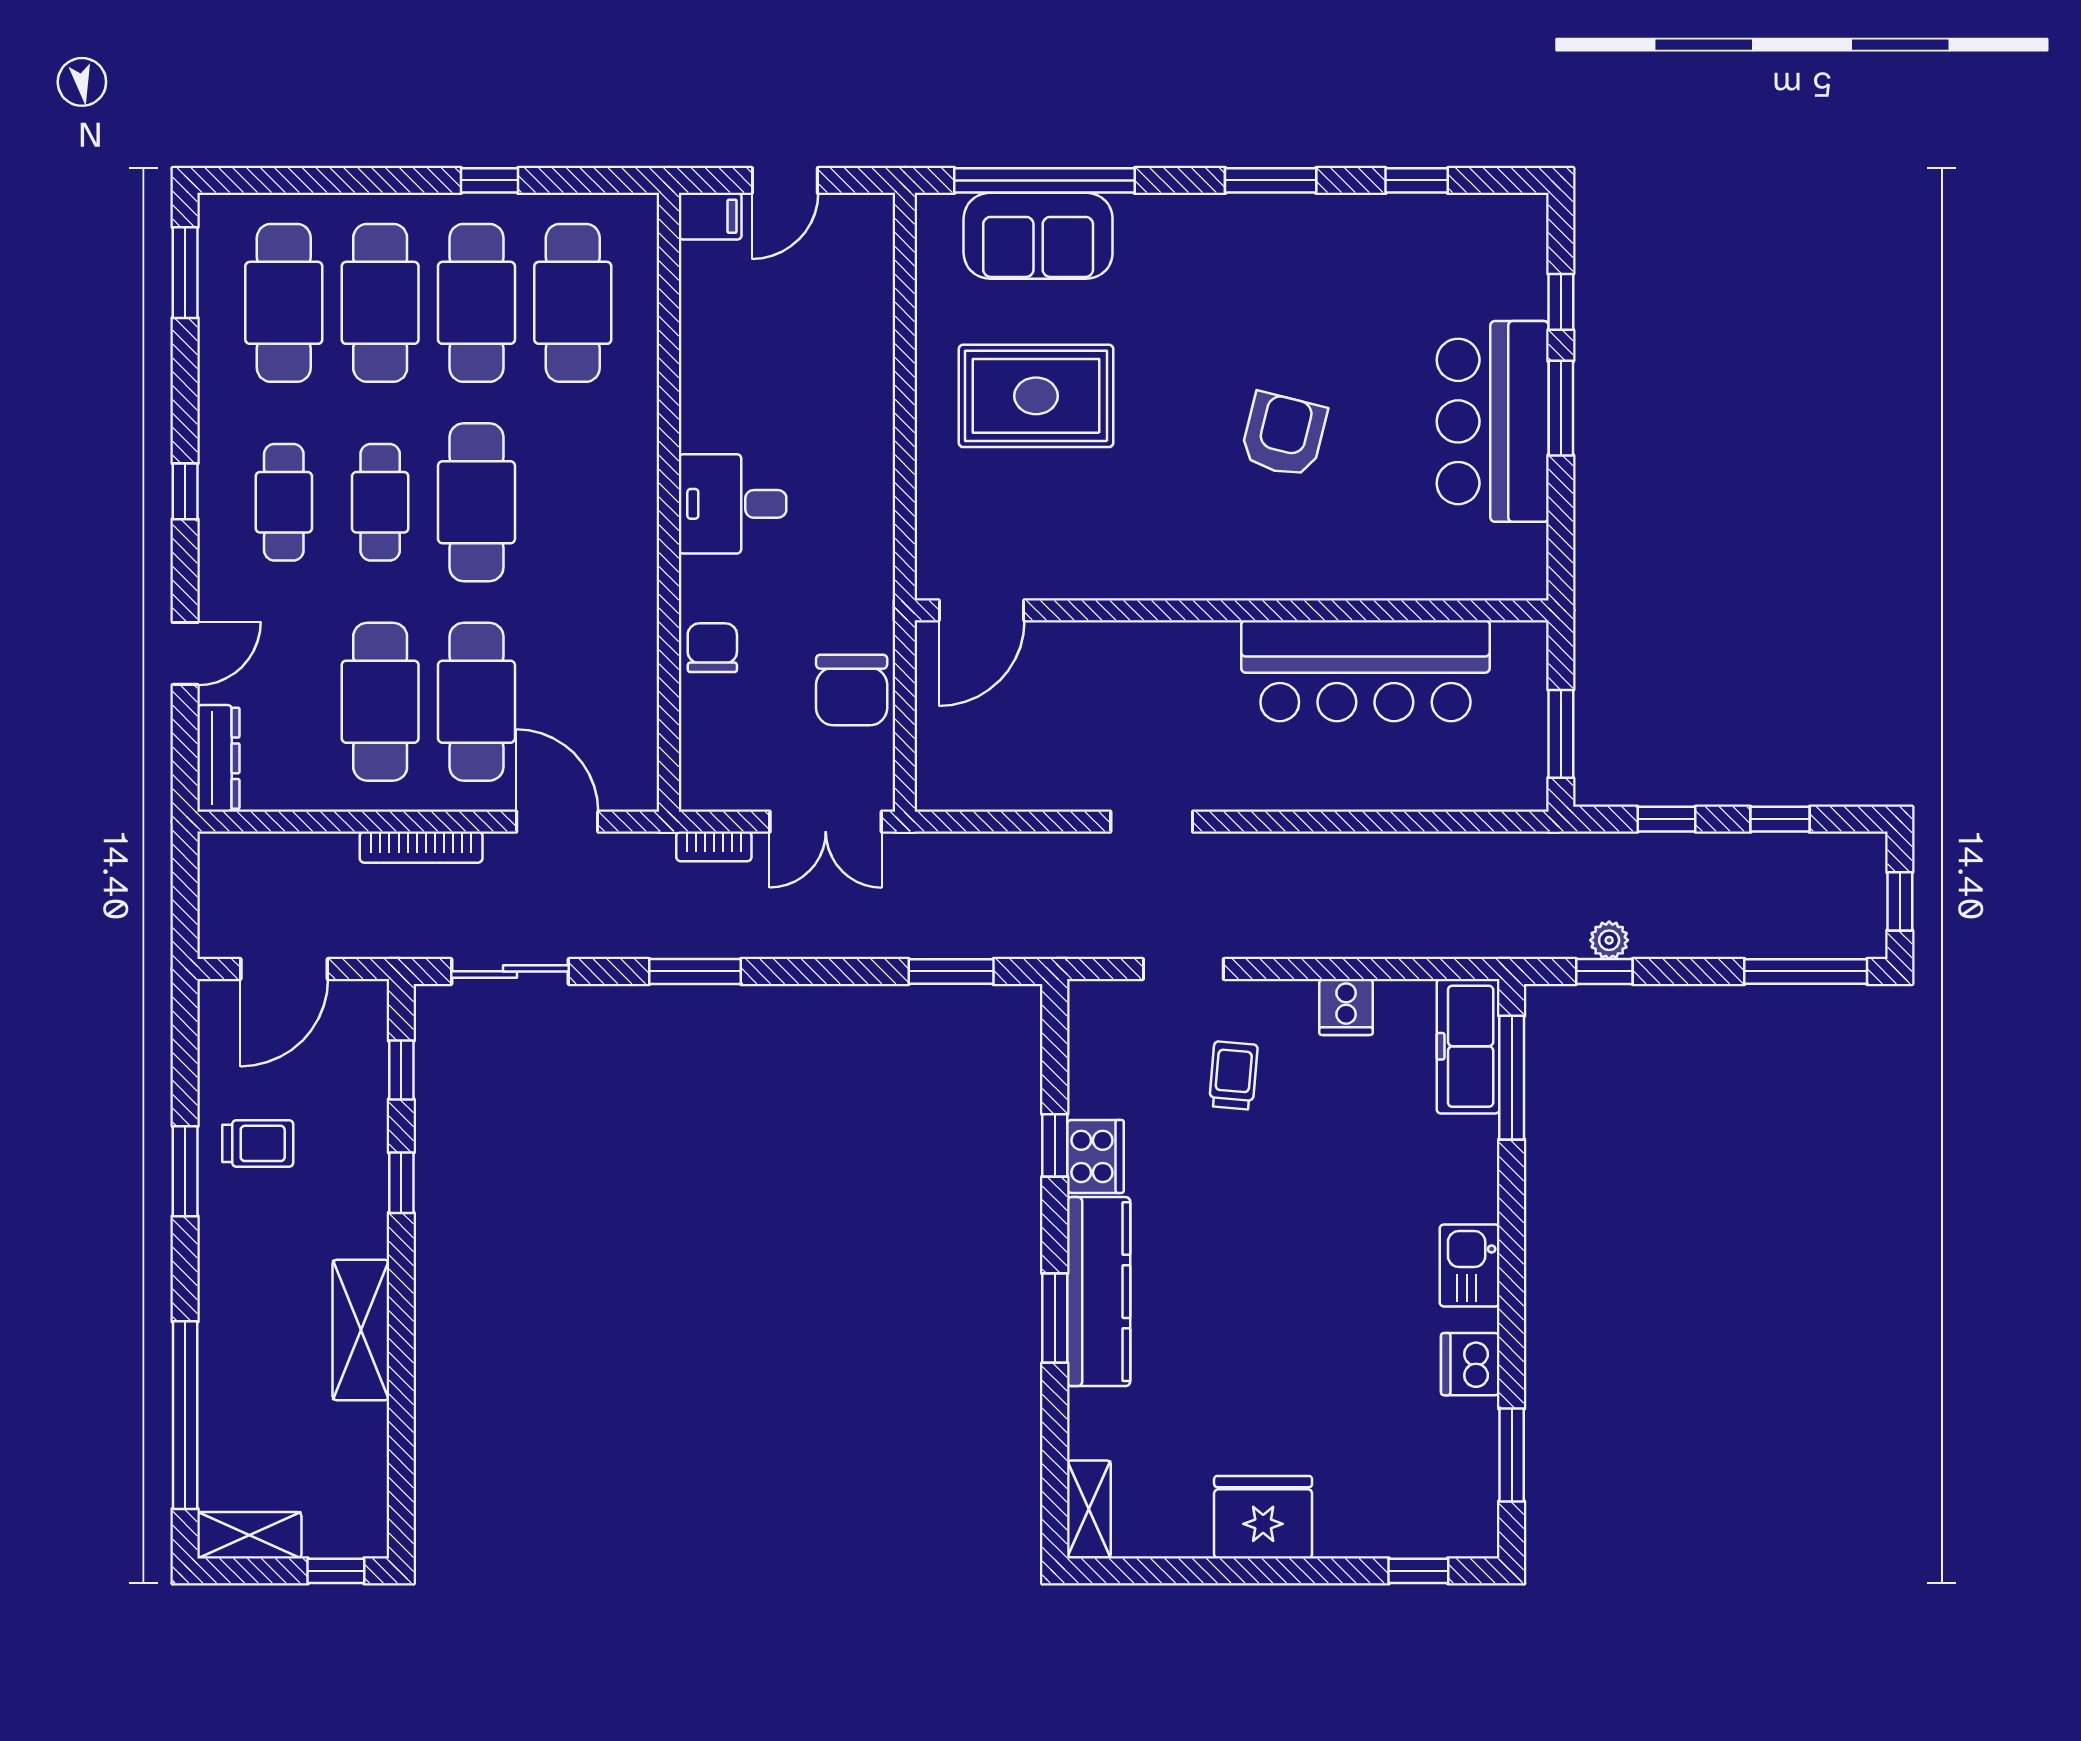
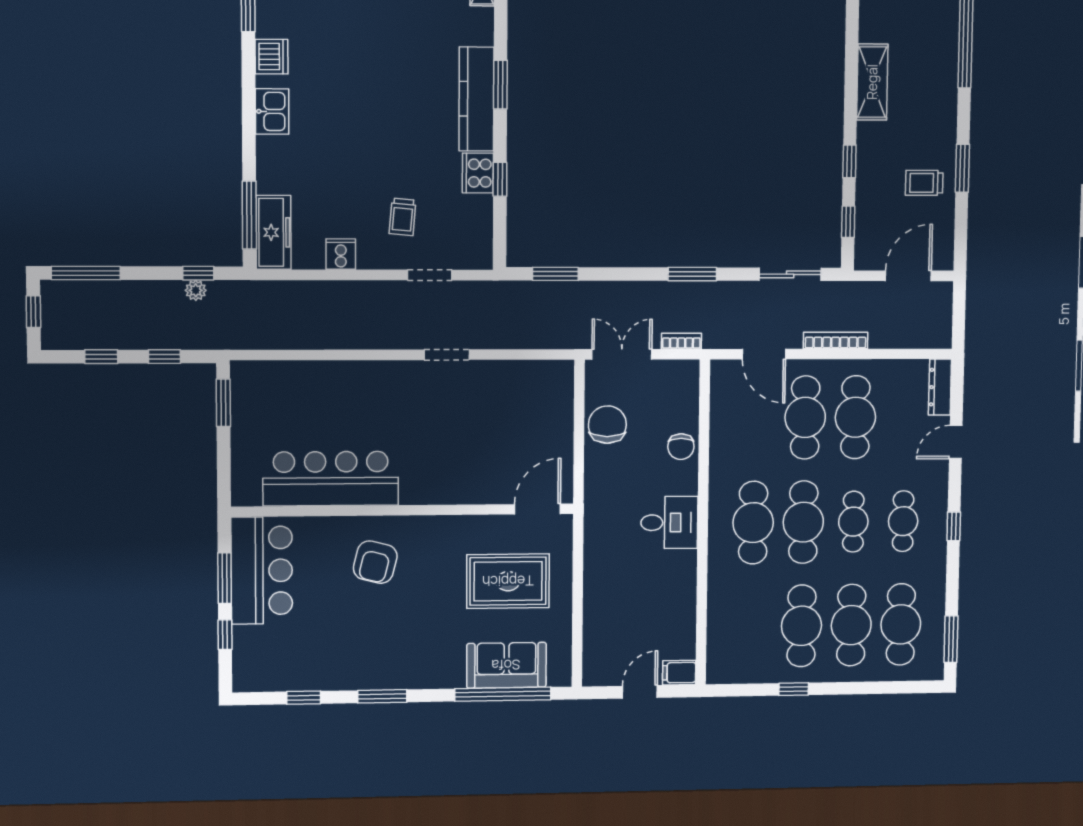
cafe table: (573, 303) -> (753, 523), moved
door: (982, 610) -> (537, 509), moved
wall: (1232, 610) -> (403, 510), moved
bar counter: (1365, 671) -> (331, 479), moved

